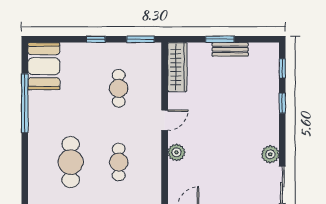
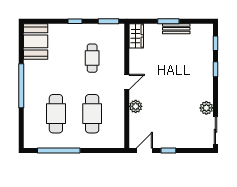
wardrobe: (177, 67) -> (136, 36), width x0.67
window: (25, 103) -> (21, 86), moved
cafe table: (119, 162) -> (92, 114), width x1.37, depth x1.35

